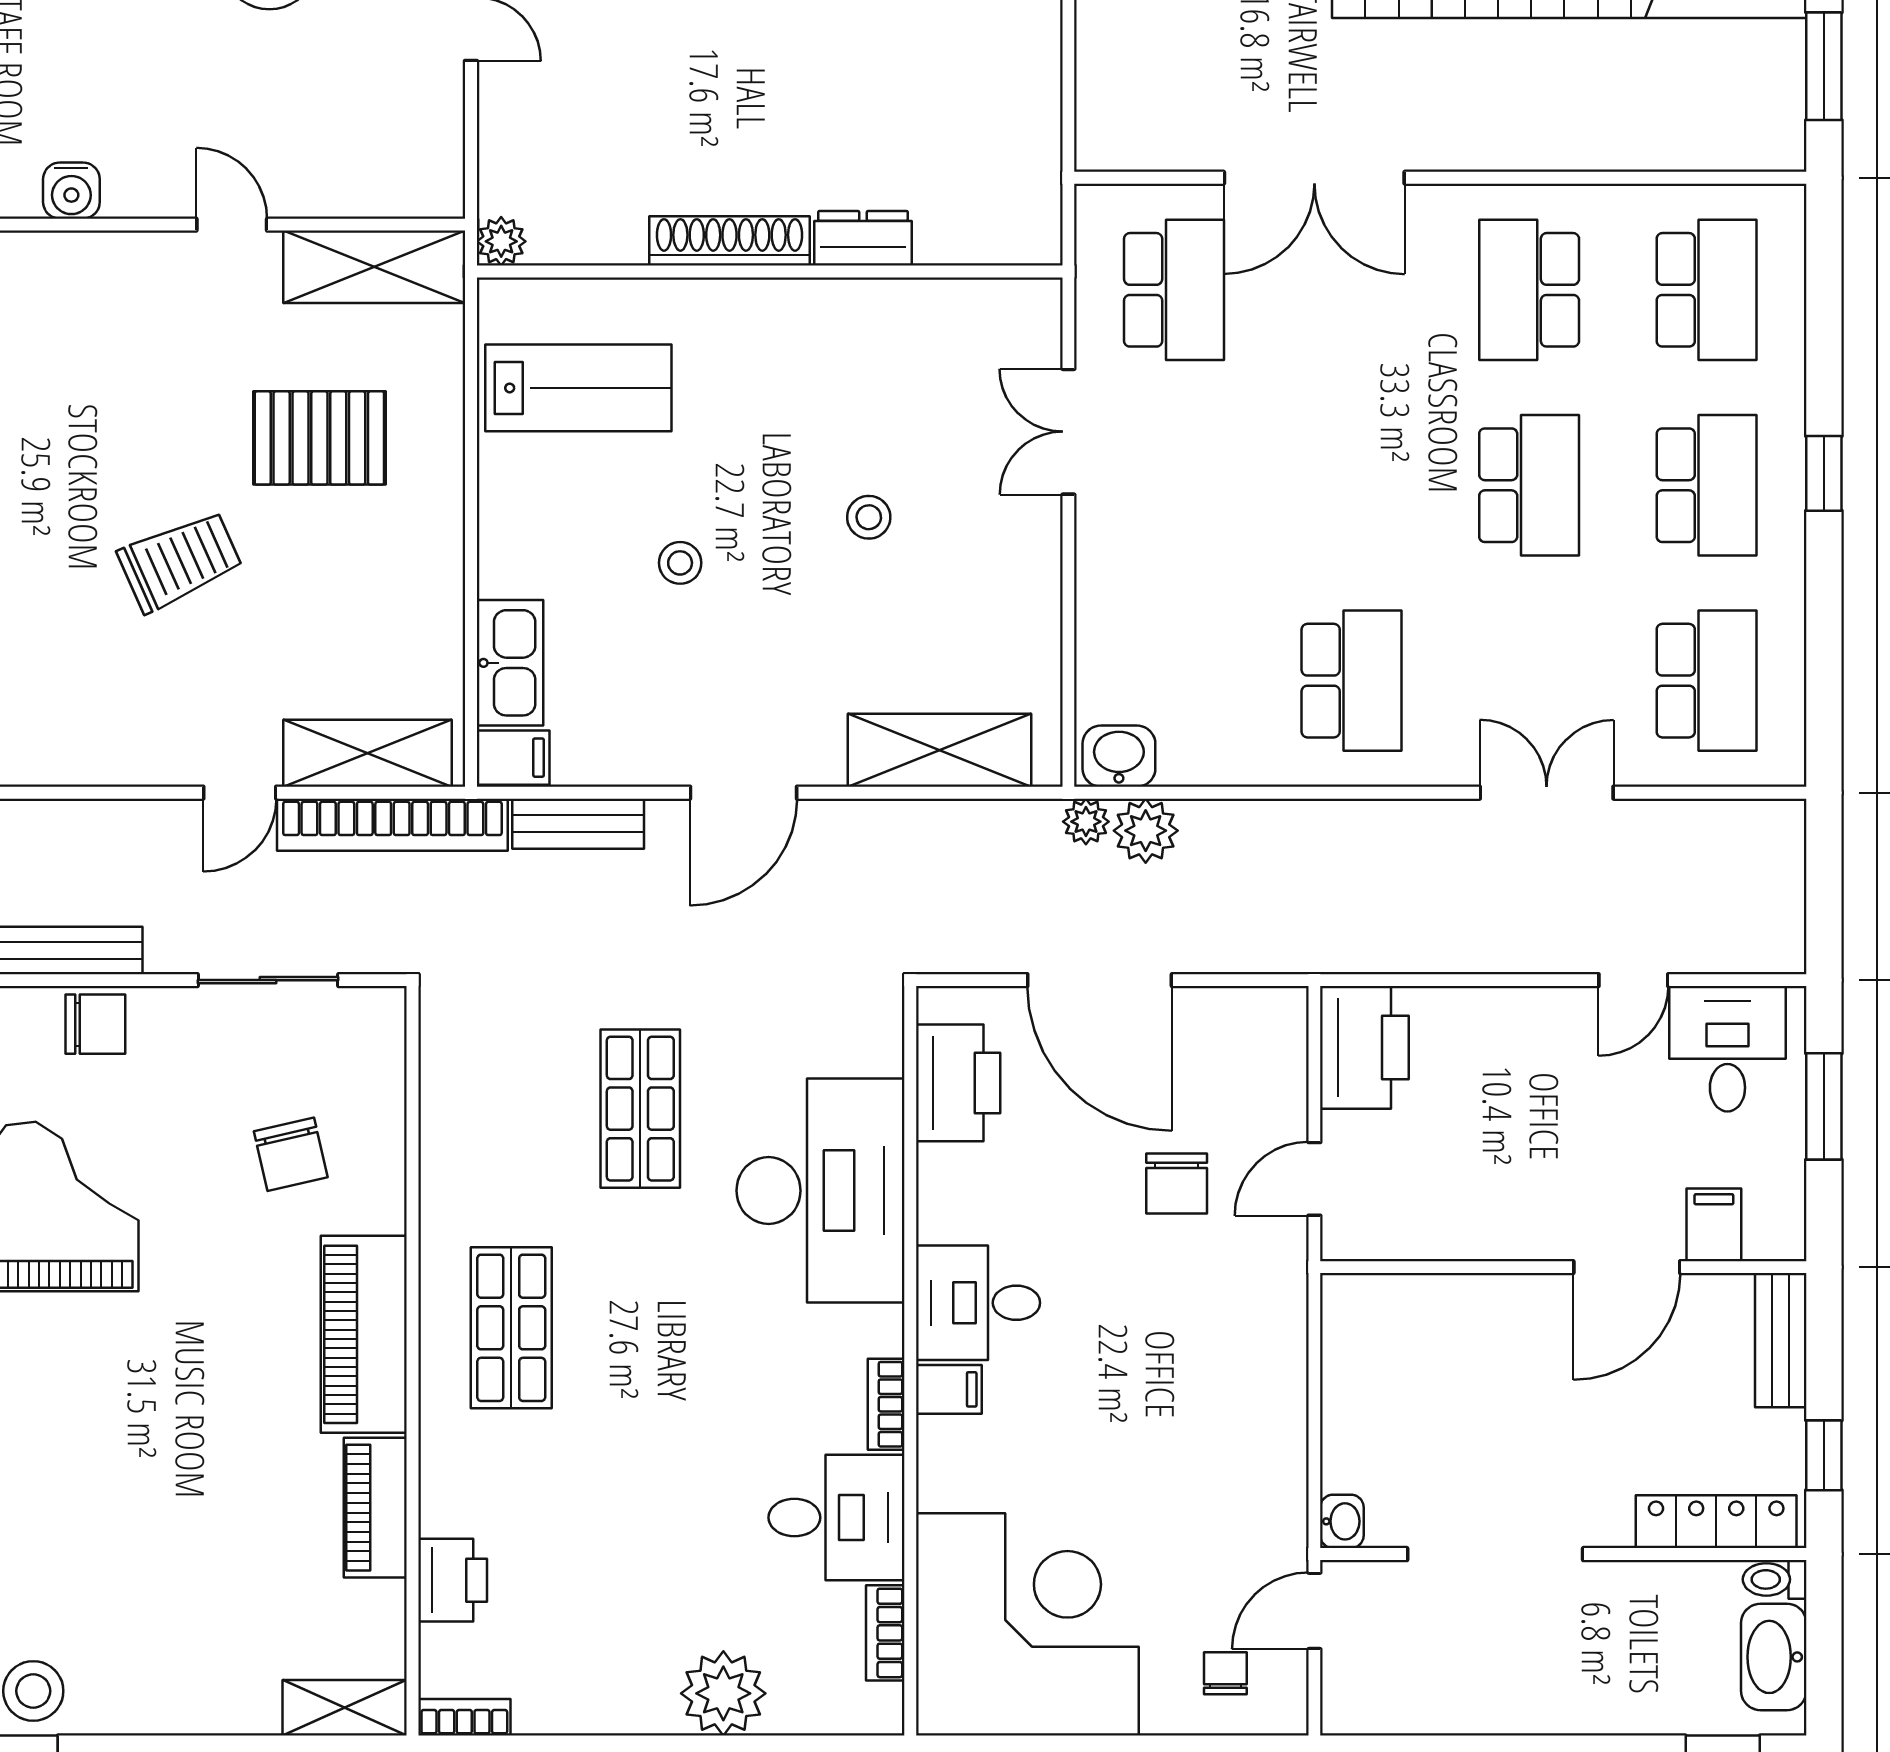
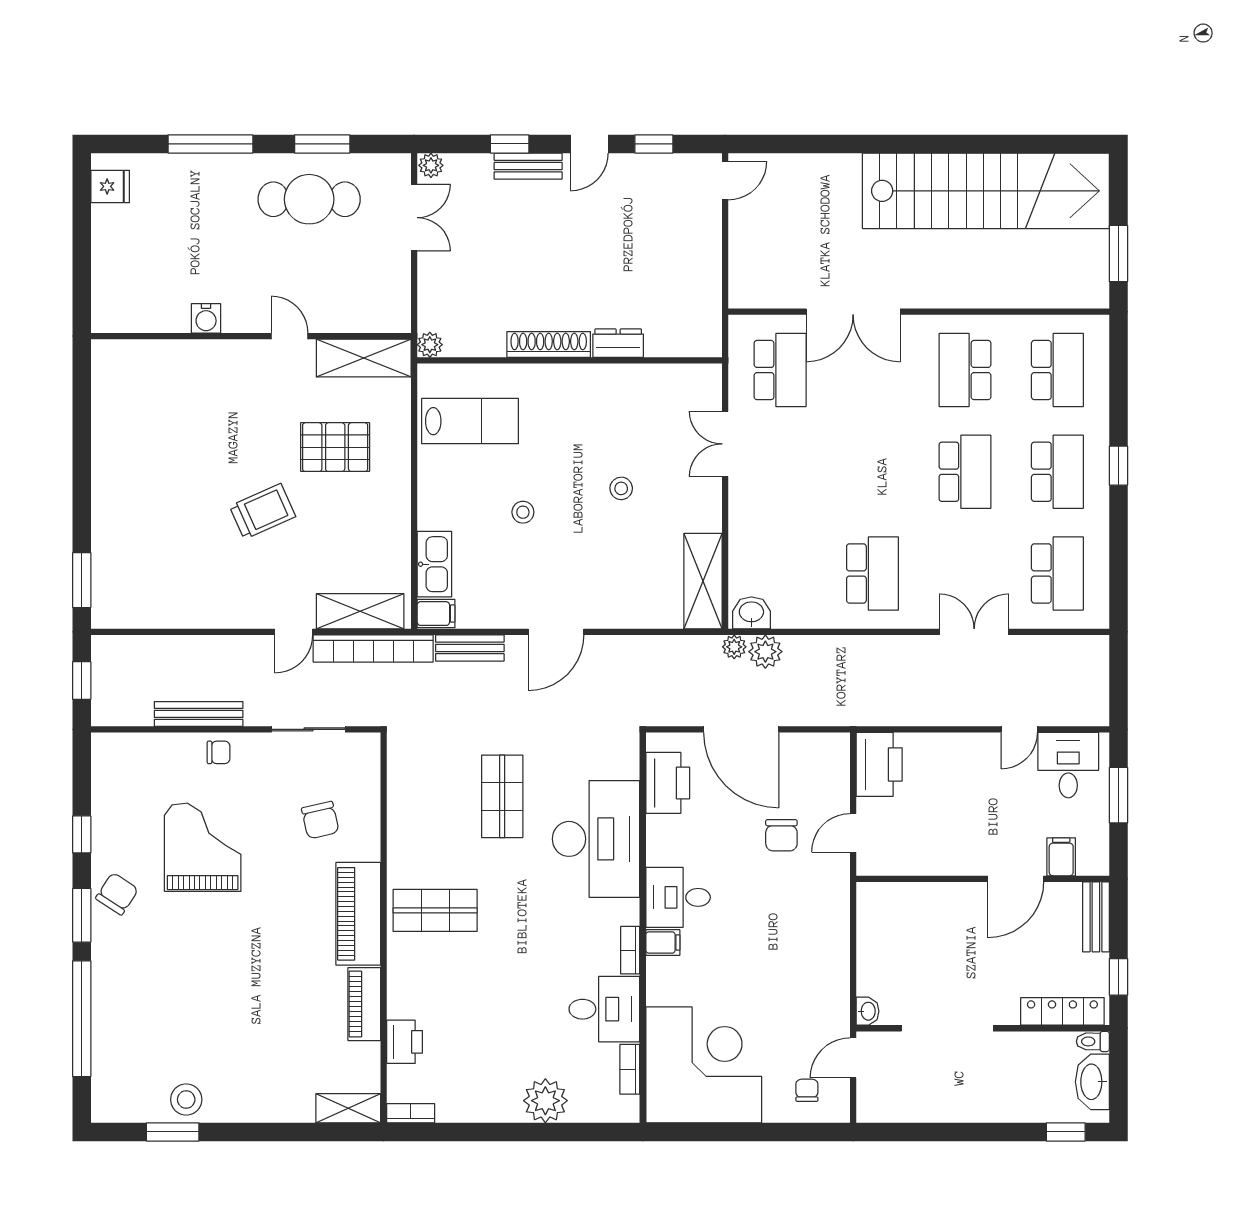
shelving: (940, 750) -> (703, 581), moved, turned 90
chair: (95, 1024) -> (219, 752), width x0.73, depth x0.73
shop shelf: (511, 1328) -> (435, 910), turned 90

